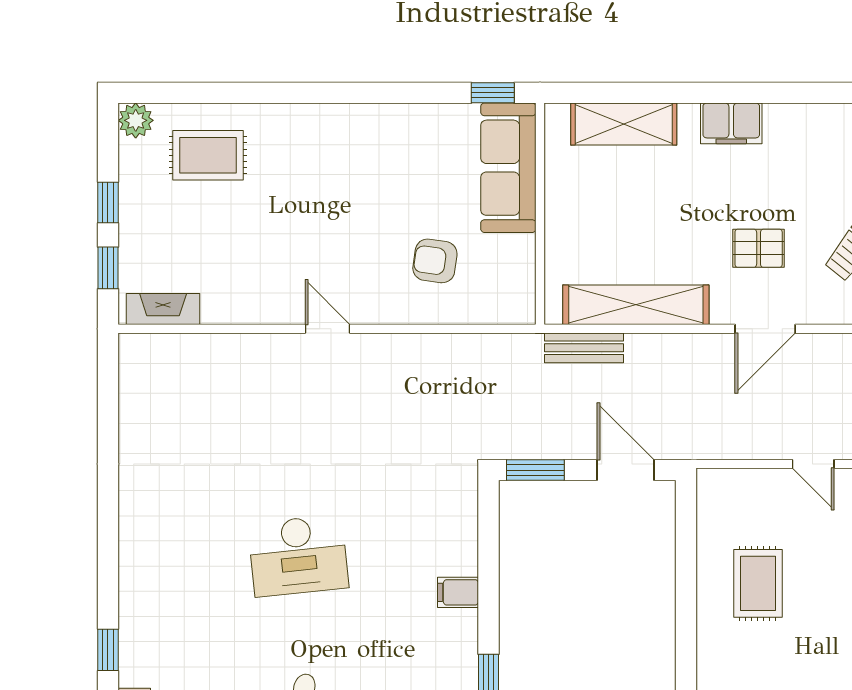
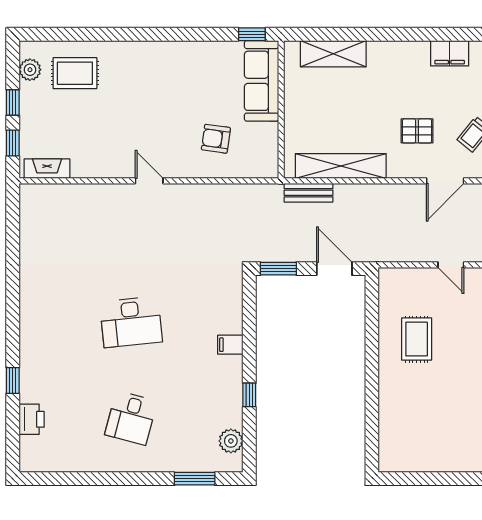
plant: (136, 120) -> (30, 70), moved
filing cabinet: (731, 123) -> (450, 53), moved
door: (765, 329) -> (445, 181), moved

